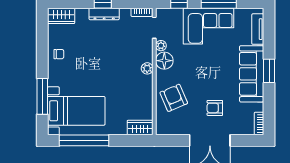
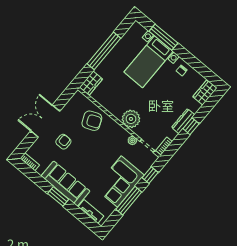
floor lamp: (164, 61) -> (121, 135), removed
plant: (147, 68) -> (131, 119), width x1.88, depth x1.88
bed with nightstands: (76, 111) -> (148, 62), moved
window: (84, 140) -> (104, 51), moved

